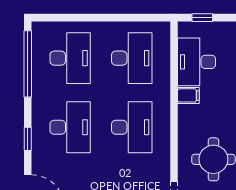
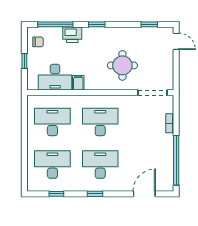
window: (202, 18) -> (24, 61), moved
window: (28, 64) -> (56, 194), width x0.32
window: (28, 139) -> (95, 194), moved

